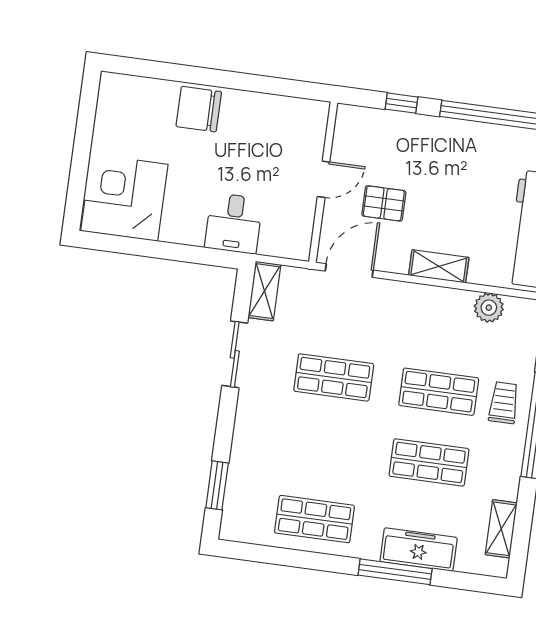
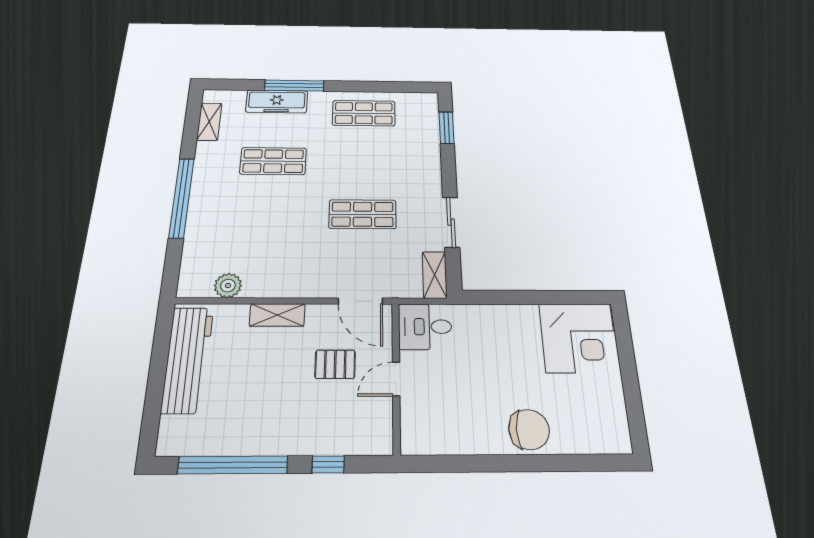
desk: (234, 223) -> (425, 327), moved, turned -90
door: (349, 271) -> (360, 301), hinge flipped
shop shelf: (439, 392) -> (269, 214), removed
trolley: (504, 403) -> (211, 212), removed

